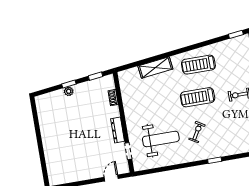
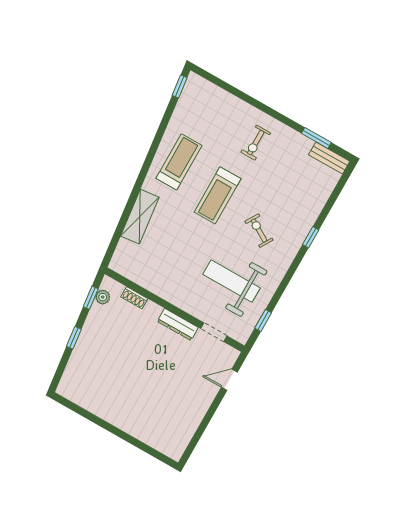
treadmill: (198, 65) -> (179, 162), turned 180
plant: (69, 91) -> (103, 297), moved
weight bench: (161, 139) -> (232, 281), turned -90
window: (154, 171) -> (263, 320), added
door: (111, 178) -> (229, 380), hinge flipped

